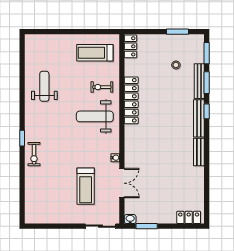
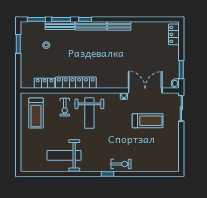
locker: (130, 46) -> (45, 83), moved
weight bench: (44, 86) -> (64, 155), width x1.36, depth x1.33
double door: (122, 183) -> (145, 90), width x1.37

